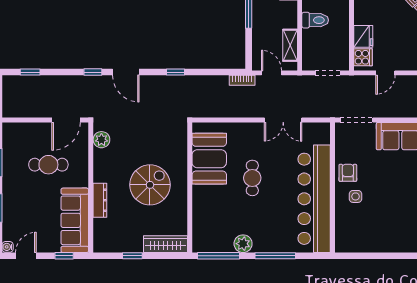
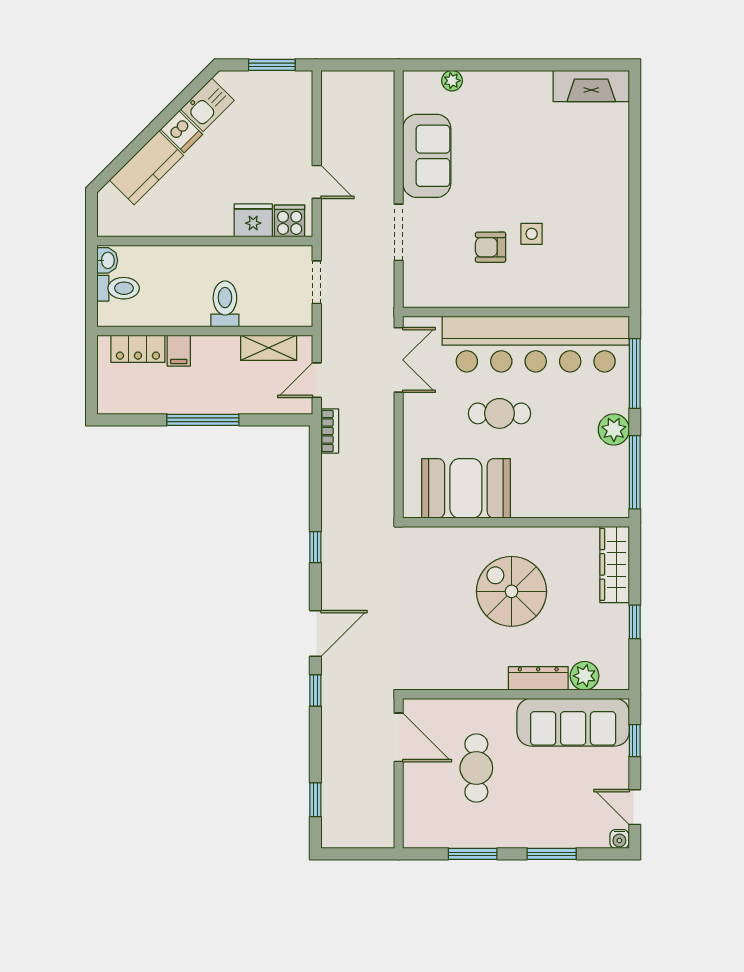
plant: (101, 140) -> (585, 676), moved
wall: (333, 187) -> (516, 312), moved
bar counter: (314, 199) -> (536, 344), moved

